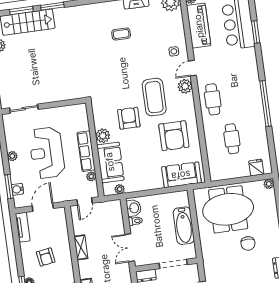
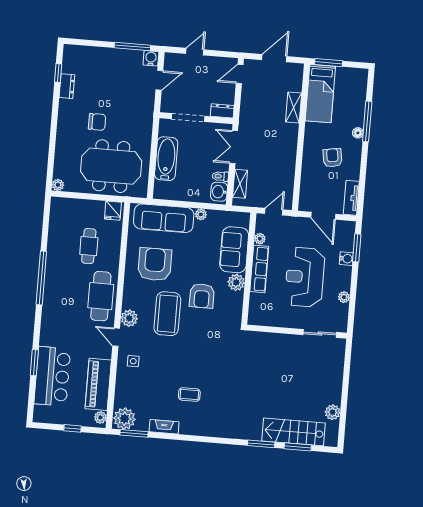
door: (192, 68) -> (116, 337), swing flipped
cafe table: (213, 99) -> (101, 296), width x1.37, depth x1.35
reception desk: (47, 153) -> (305, 277), turned 180
plant: (12, 156) -> (344, 297), moved
fridge: (256, 168) -> (113, 211), moved
sofa: (181, 175) -> (164, 218), width x1.36
water cooler: (17, 189) -> (346, 259), moved
plant: (120, 189) -> (201, 214), moved
door: (43, 207) -> (323, 216), hinge flipped
chair: (248, 243) -> (97, 122), turned 90
shelving: (81, 247) -> (240, 184), moved
double door: (130, 248) -> (234, 147), swing flipped

